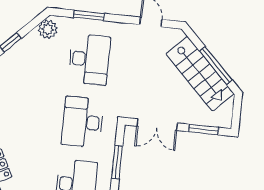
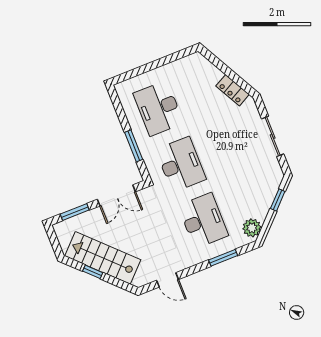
desk: (89, 59) -> (203, 221), turned 180
window: (216, 66) -> (93, 272), width x0.46
double door: (157, 125) -> (116, 195), swing flipped

